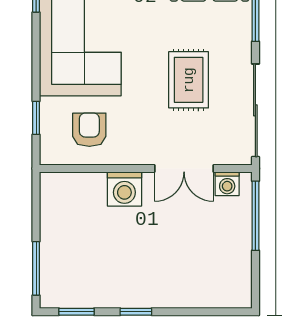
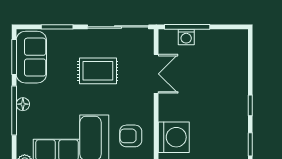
washing machine: (227, 184) -> (186, 37), moved, turned 90
washing machine: (124, 189) -> (174, 137), moved, width x1.37, depth x1.37

